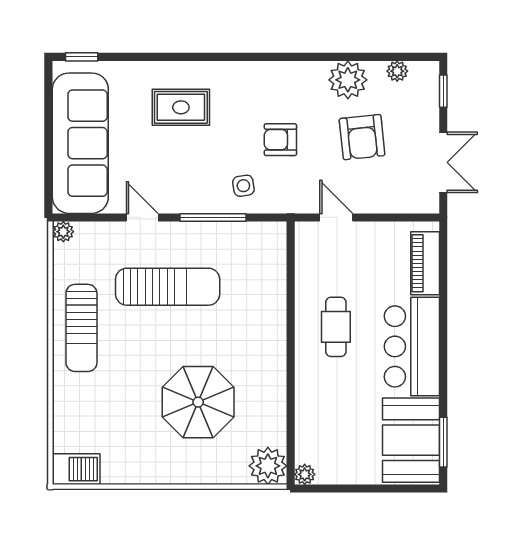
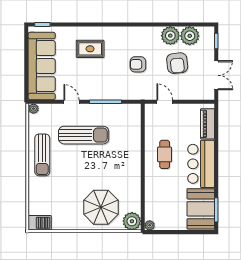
plant: (397, 71) -> (190, 36), width x1.88, depth x1.88
side table: (243, 186) -> (120, 87), removed
parasol: (198, 402) -> (101, 207), moved

